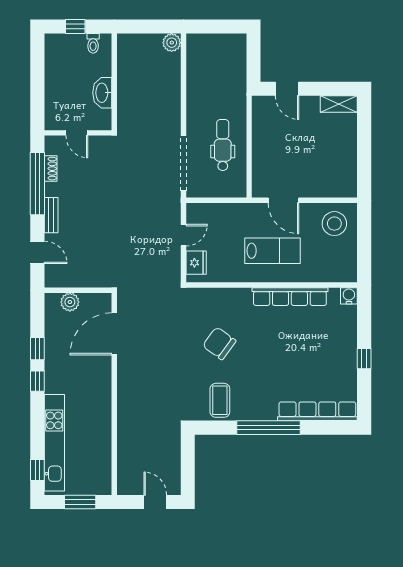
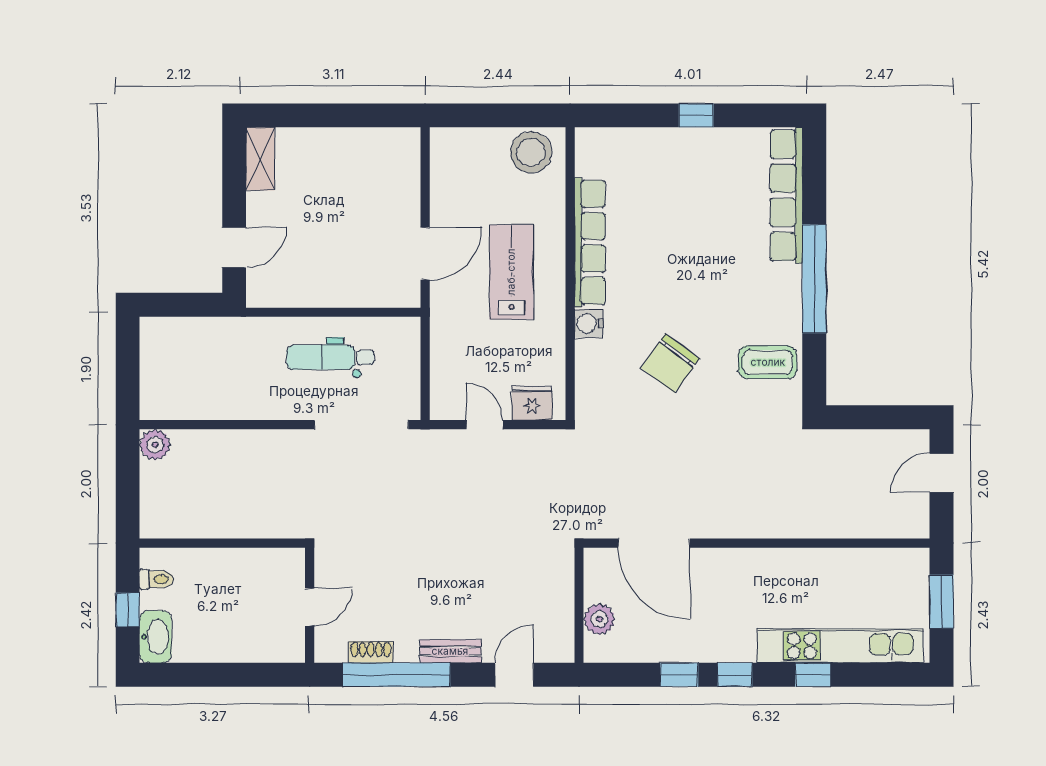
washbasin: (102, 93) -> (155, 637), moved, turned -90
stool: (334, 224) -> (531, 152), moved
water cooler: (349, 296) -> (589, 324), moved
window: (37, 470) -> (813, 675), moved

